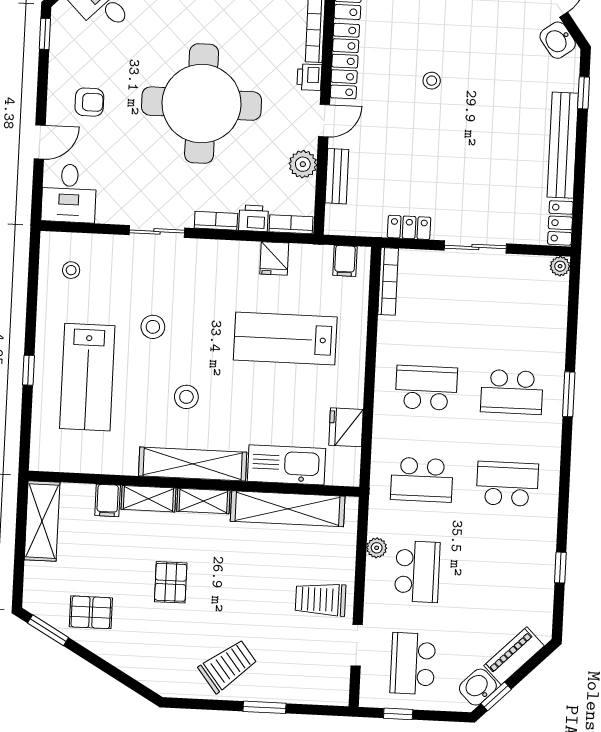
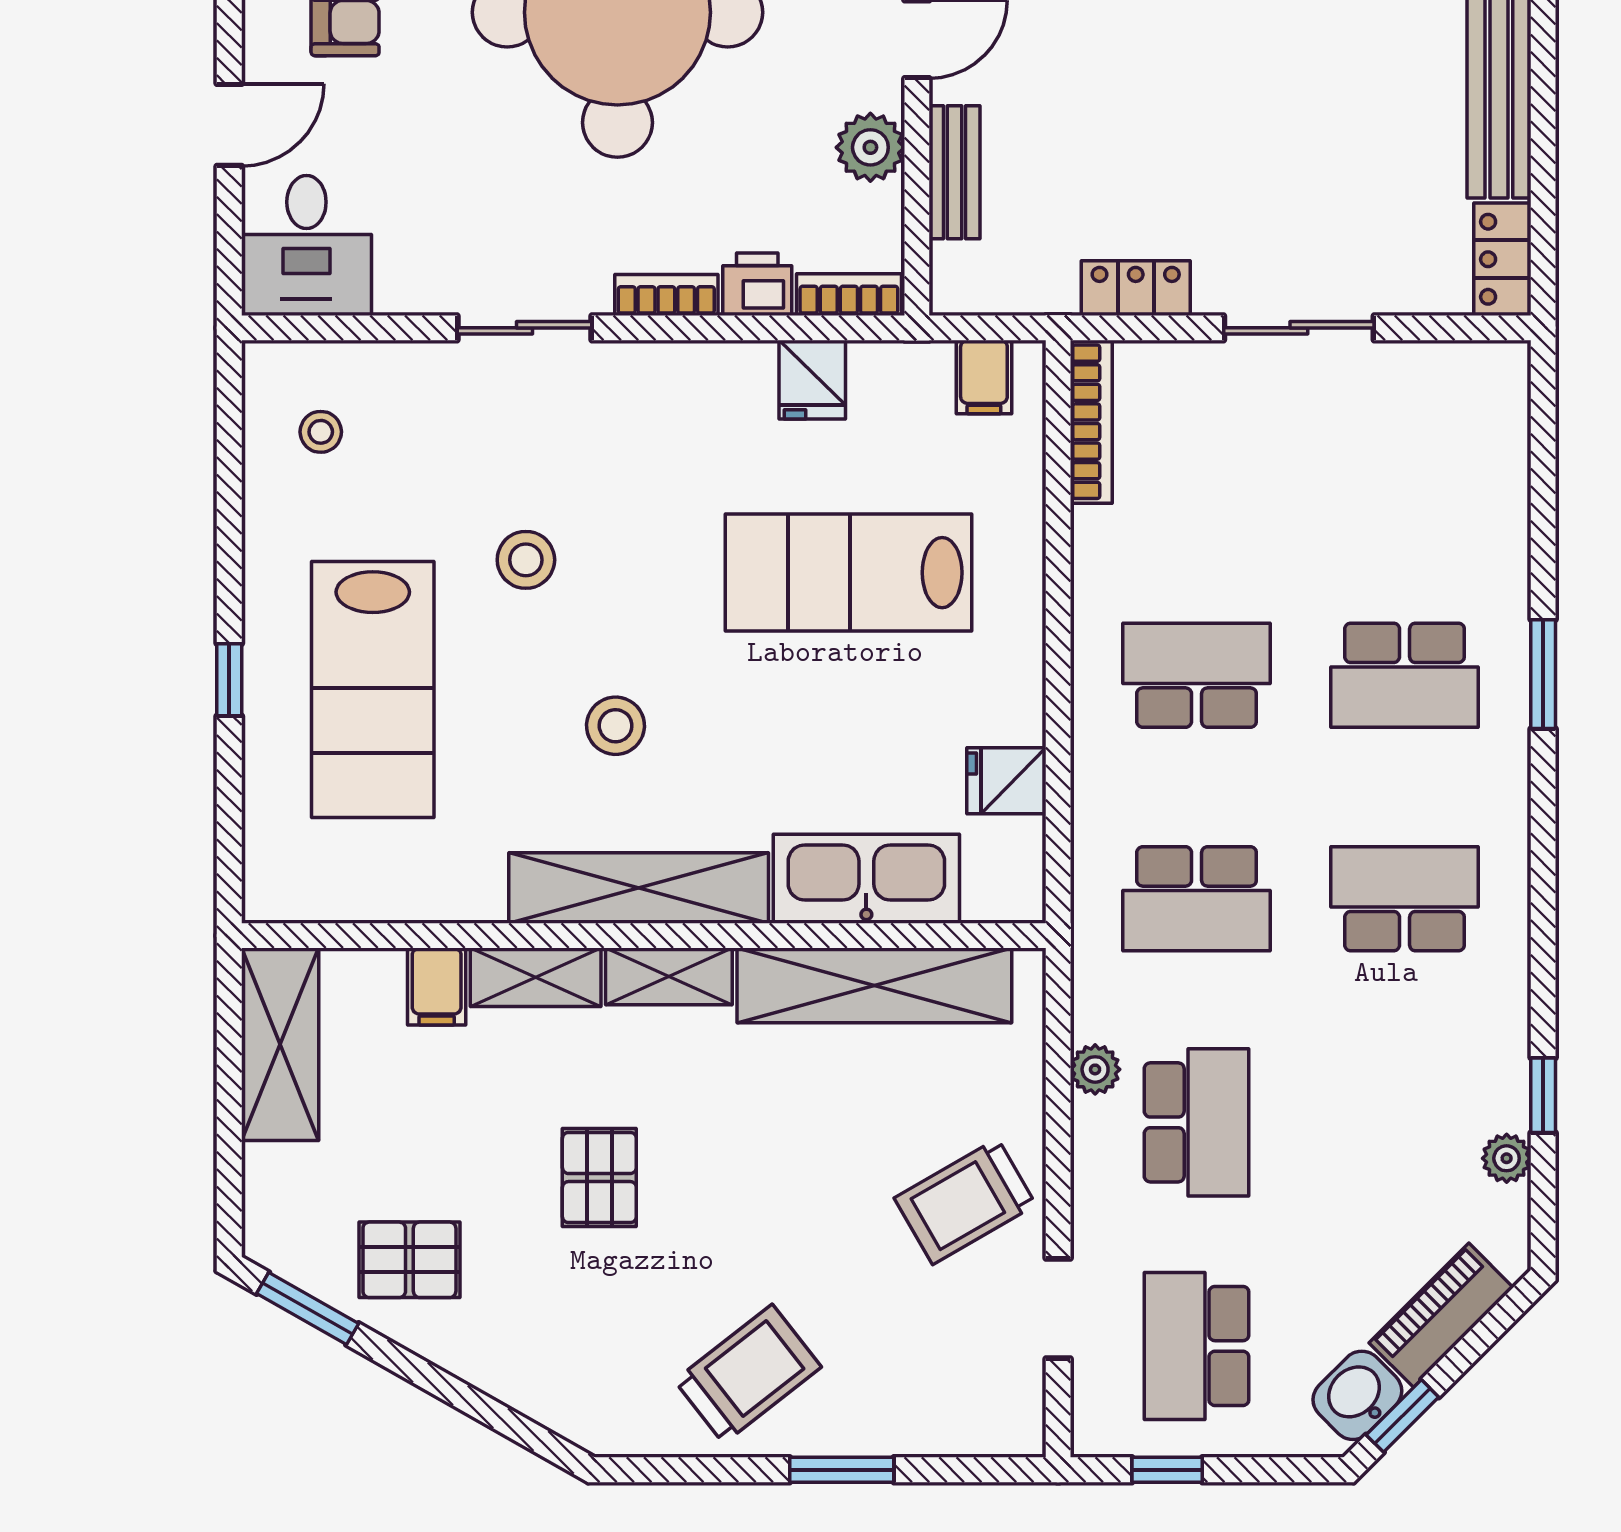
plant: (560, 266) -> (1507, 1158), moved
fridge: (346, 427) -> (1006, 781), width x0.72
trolley: (321, 599) -> (965, 1201), turned -30

